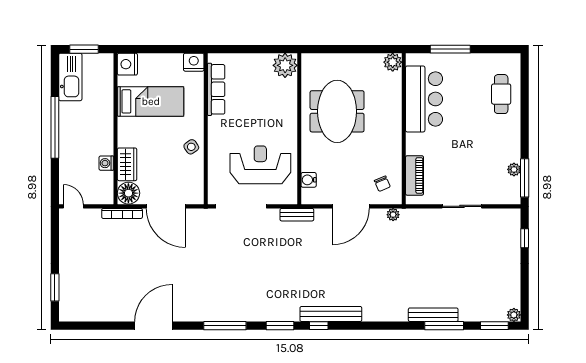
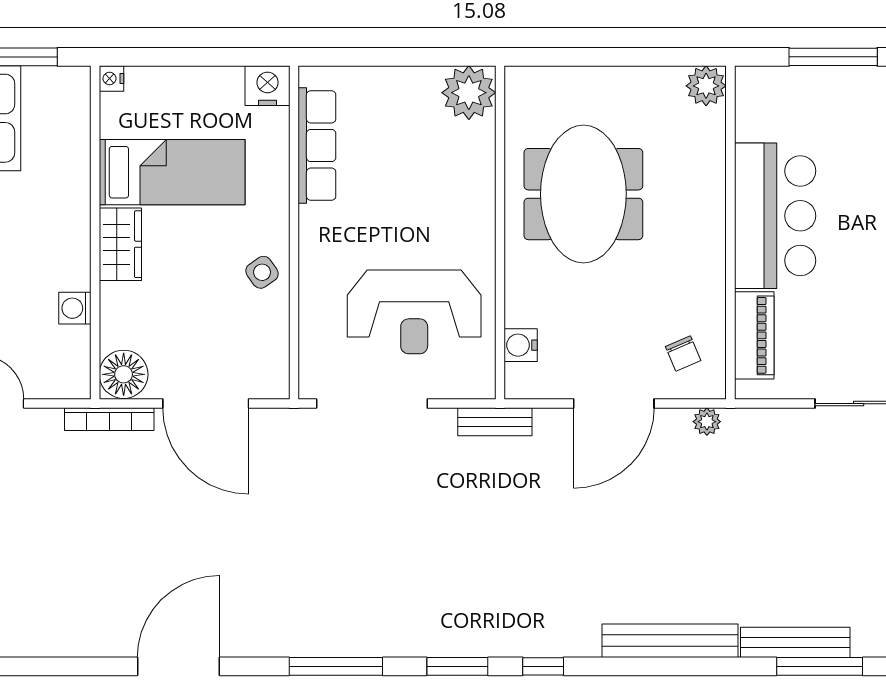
nightstand: (127, 64) -> (111, 79), width x0.53, depth x0.56
bar counter: (424, 99) -> (775, 216), moved
wardrobe: (127, 164) -> (120, 244), moved
reception desk: (260, 165) -> (414, 312), turned 180
bench: (331, 314) -> (670, 641), moved

